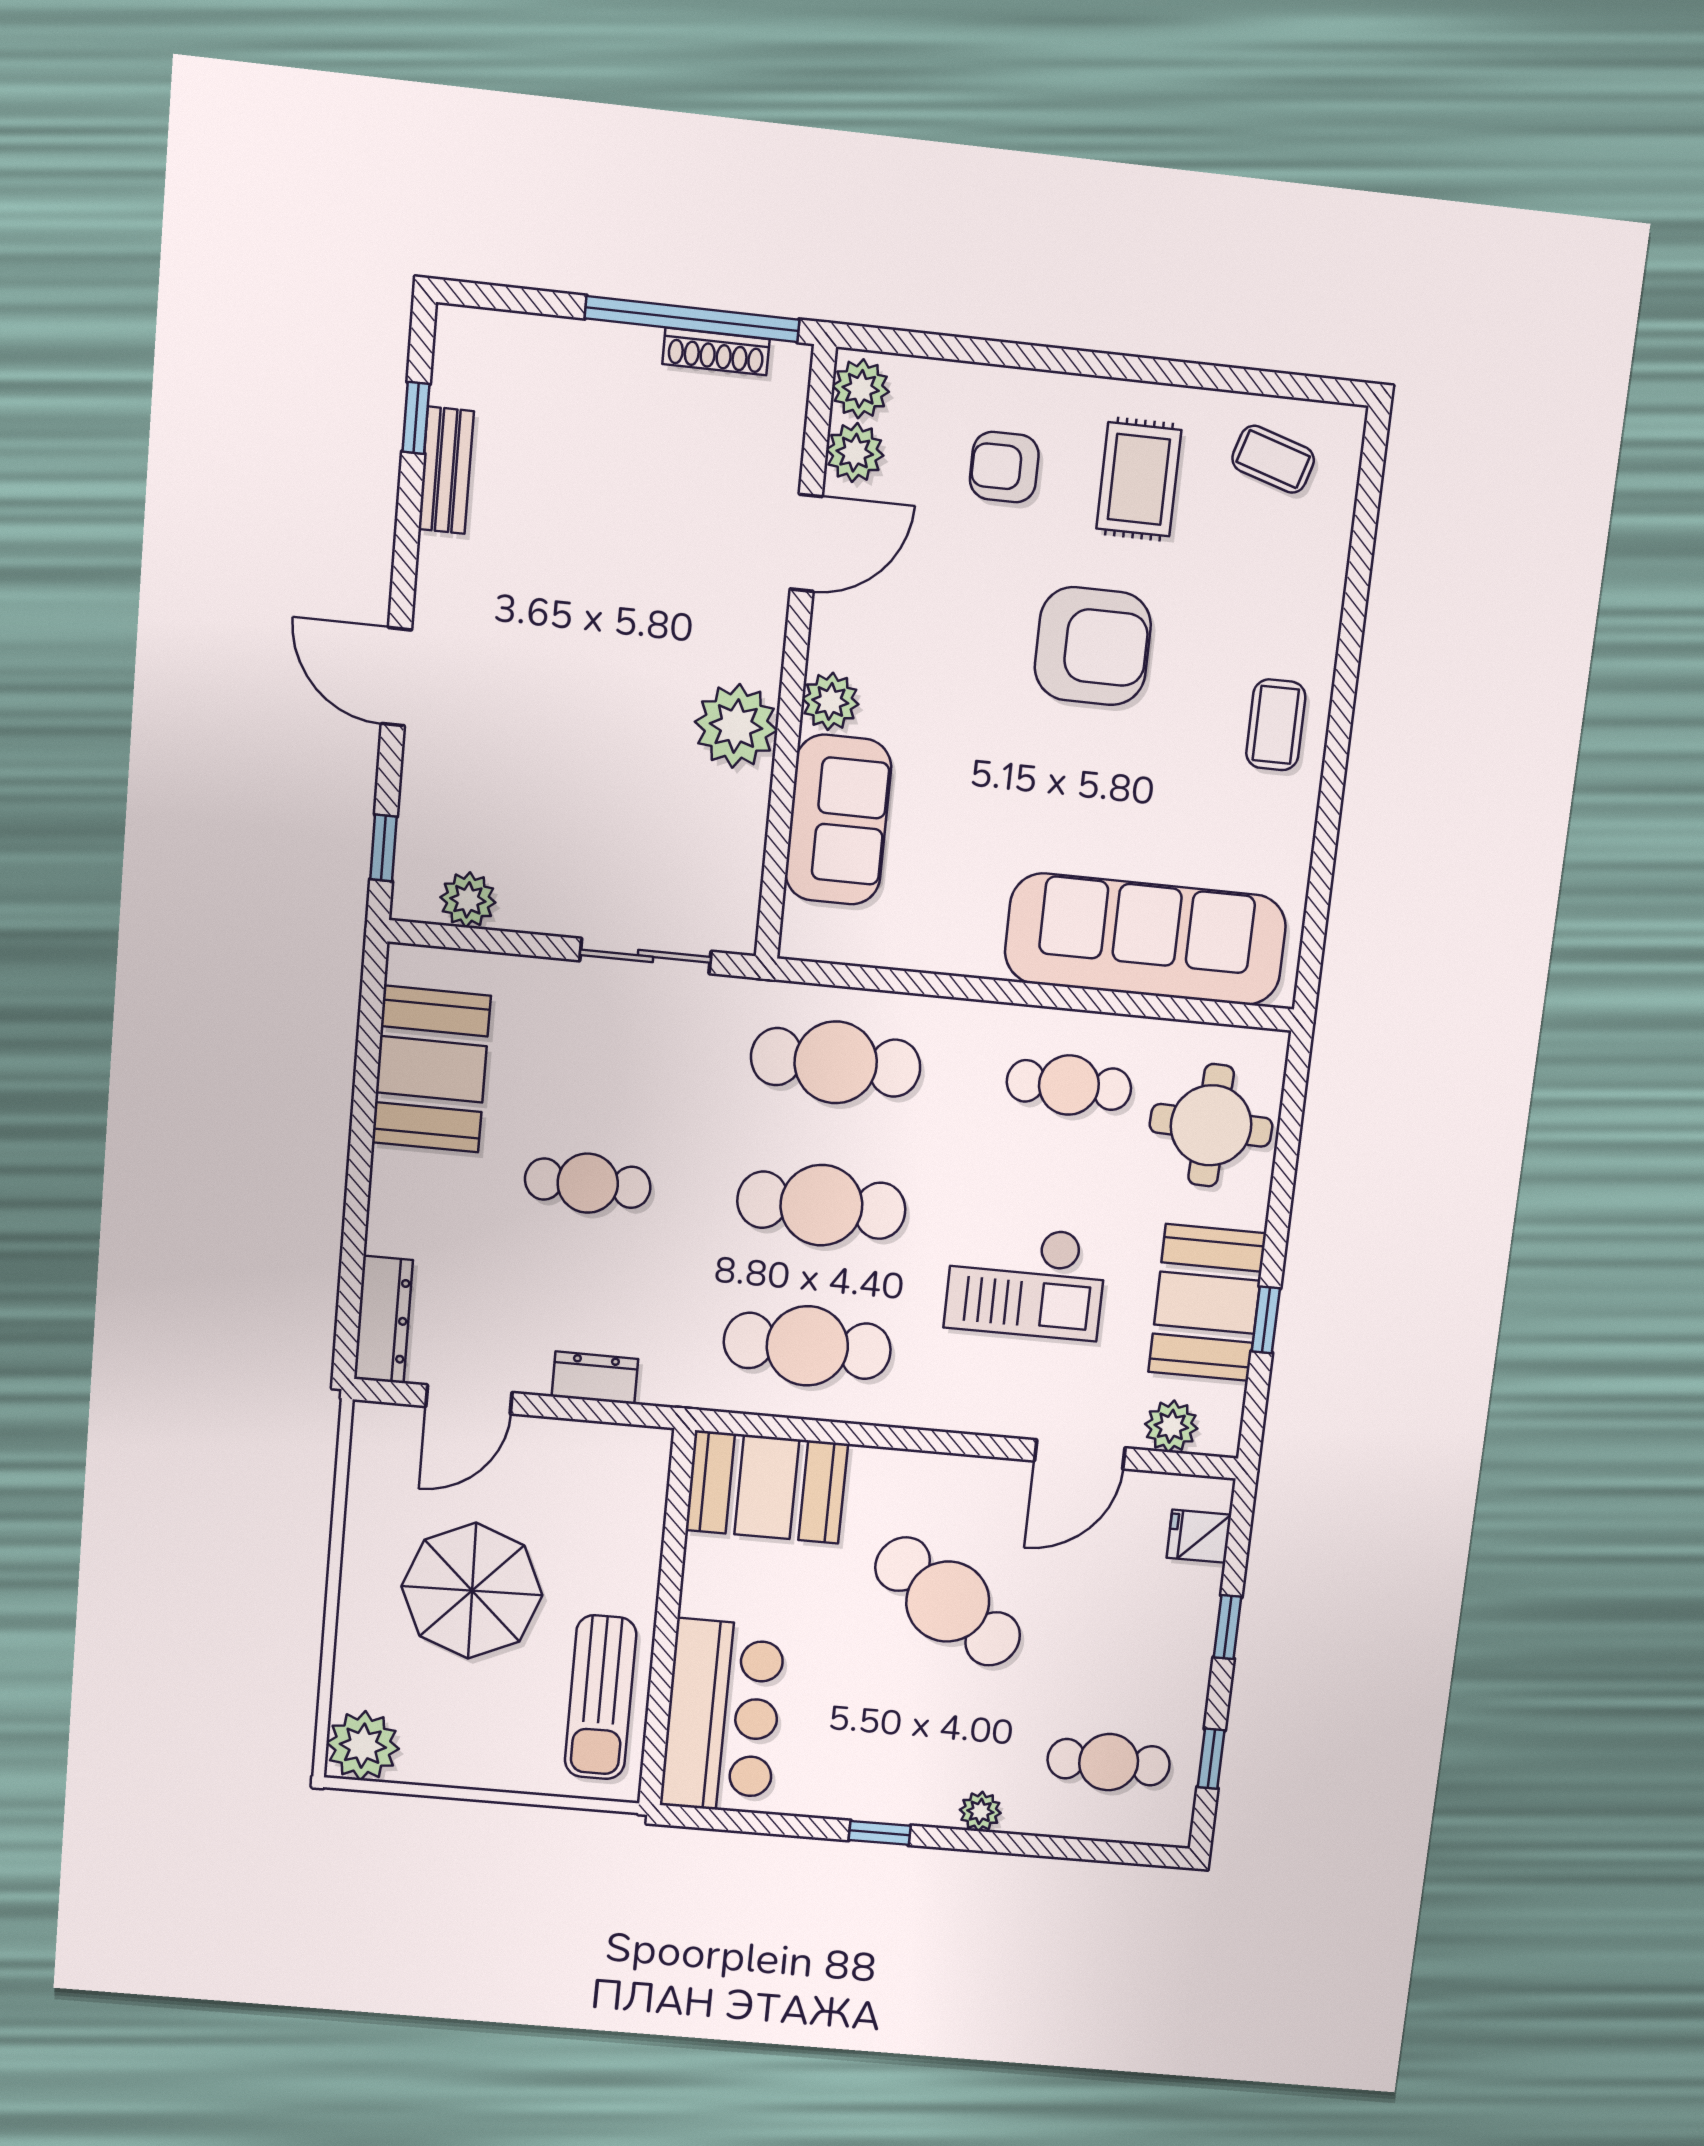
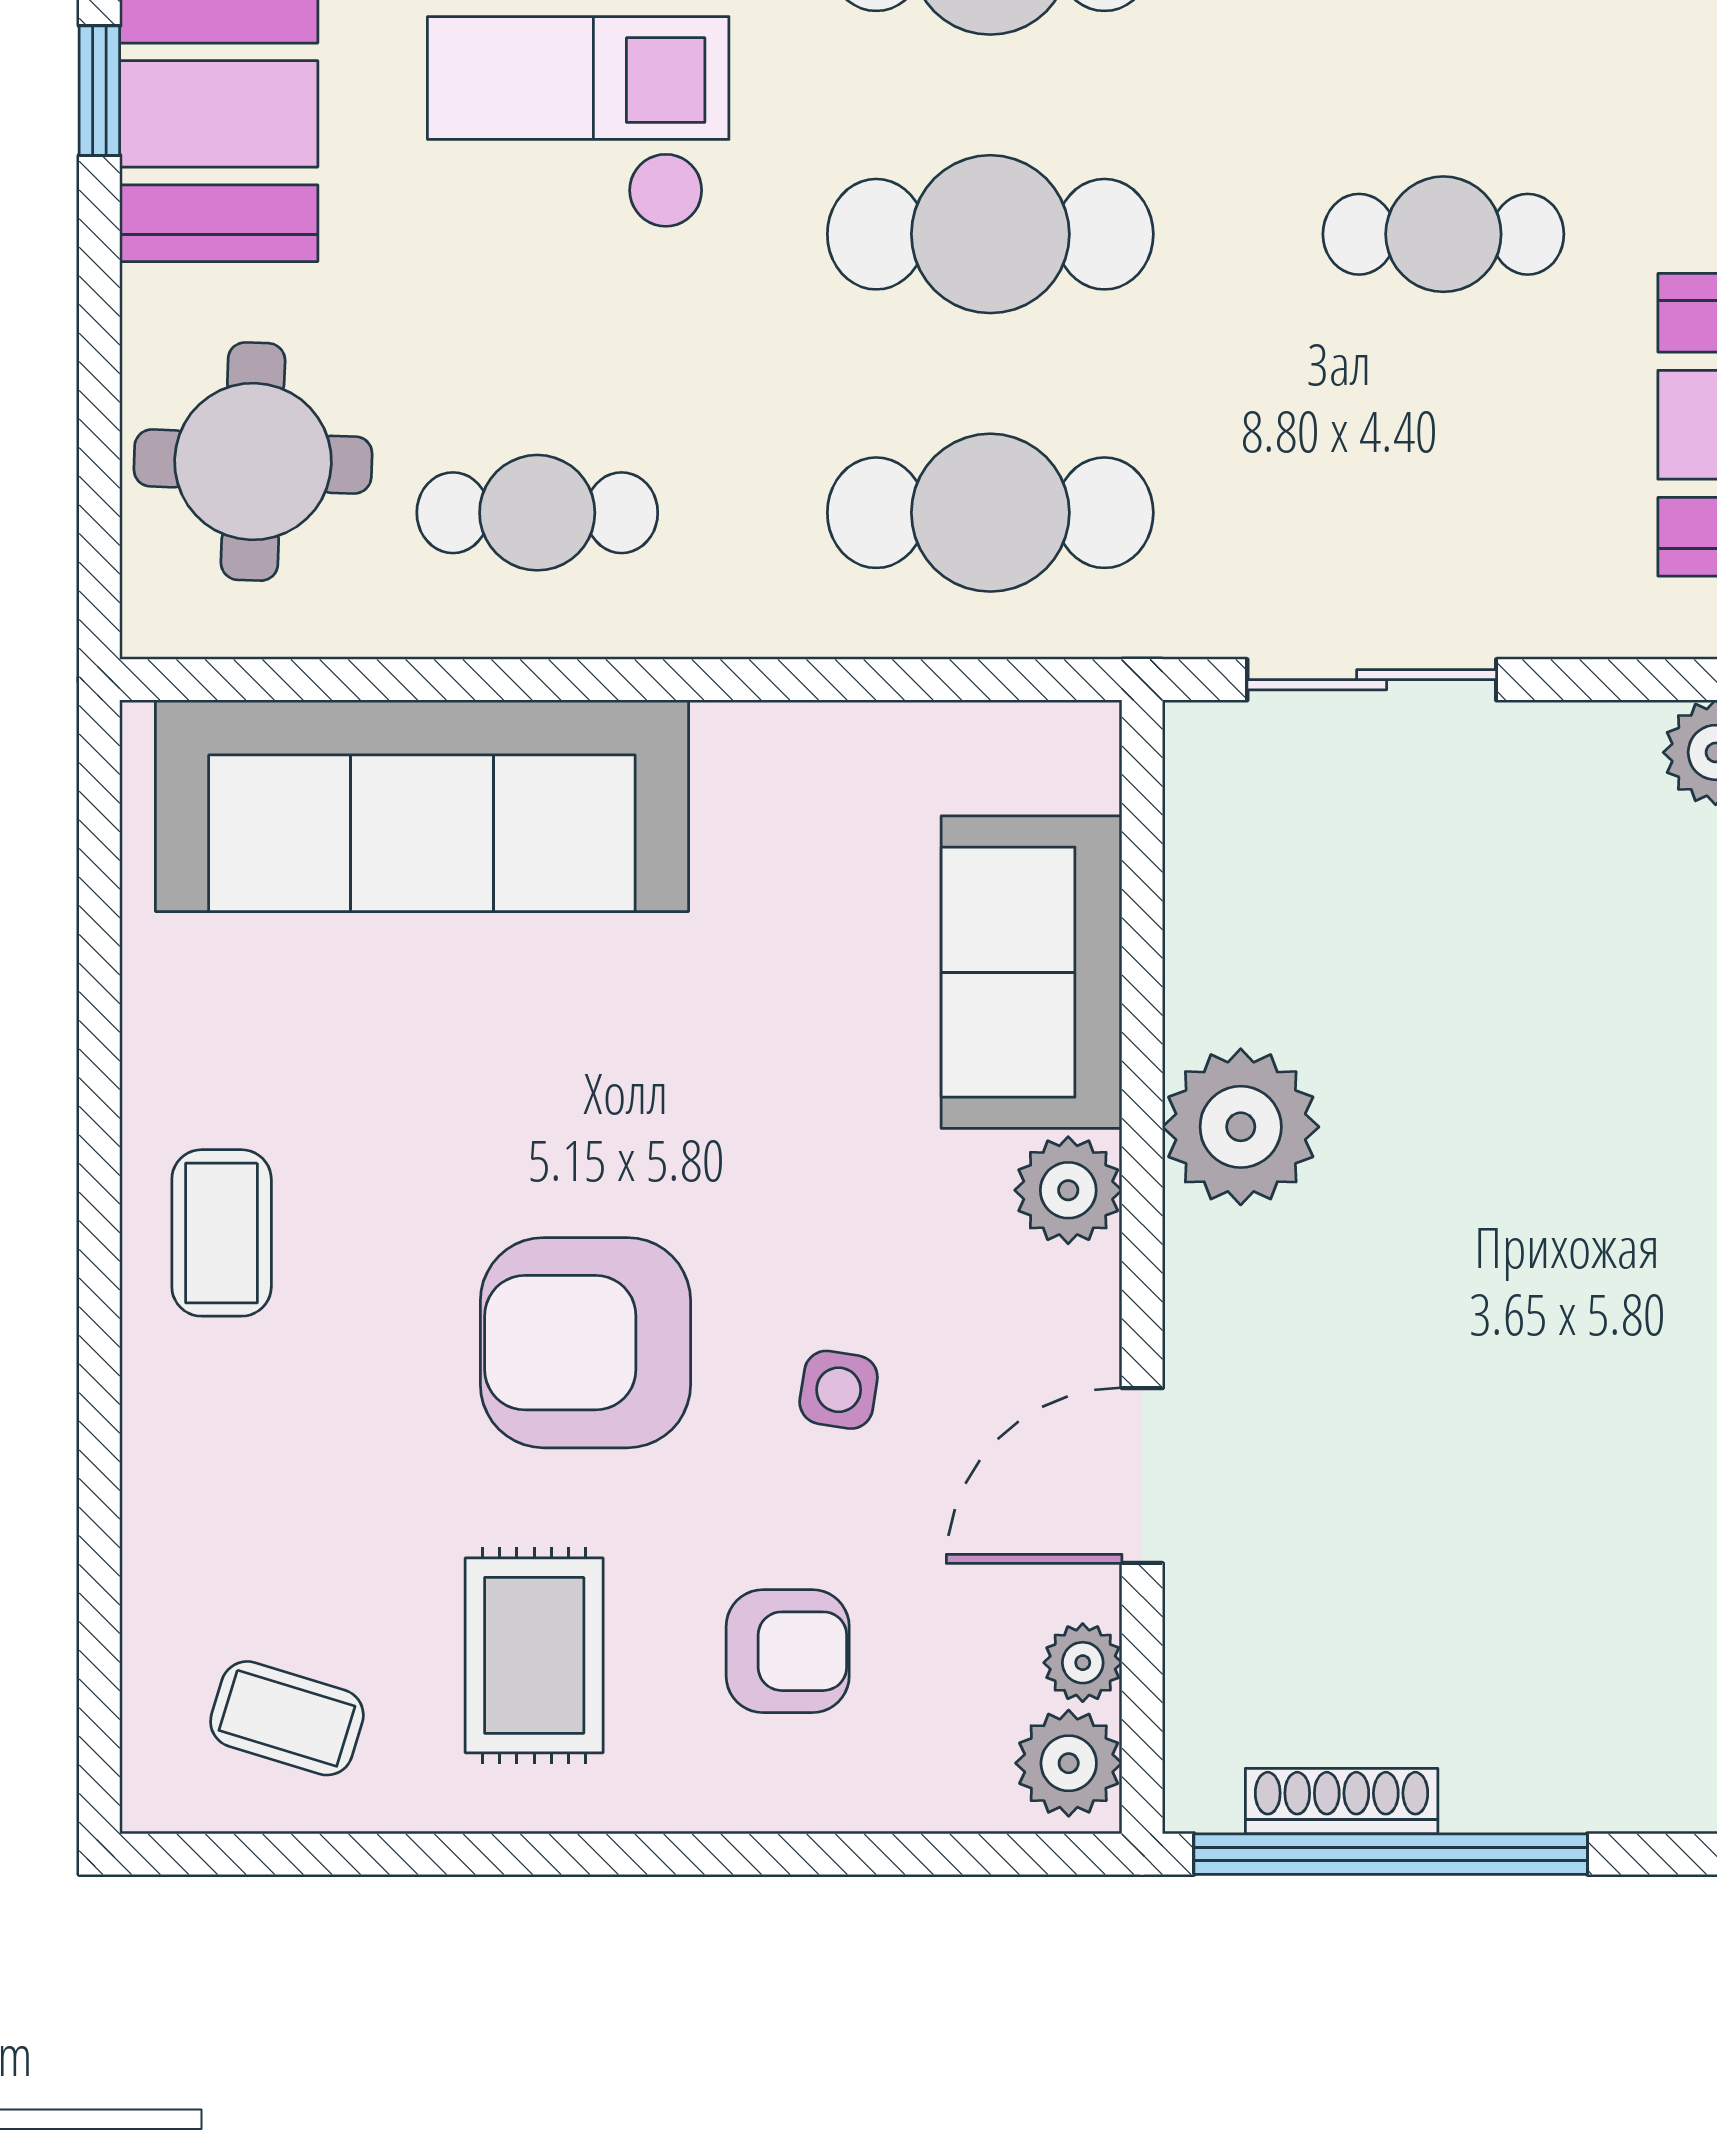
plant: (855, 453) -> (1083, 1663), width x0.73, depth x0.73
side table: (962, 607) -> (839, 1390), added

